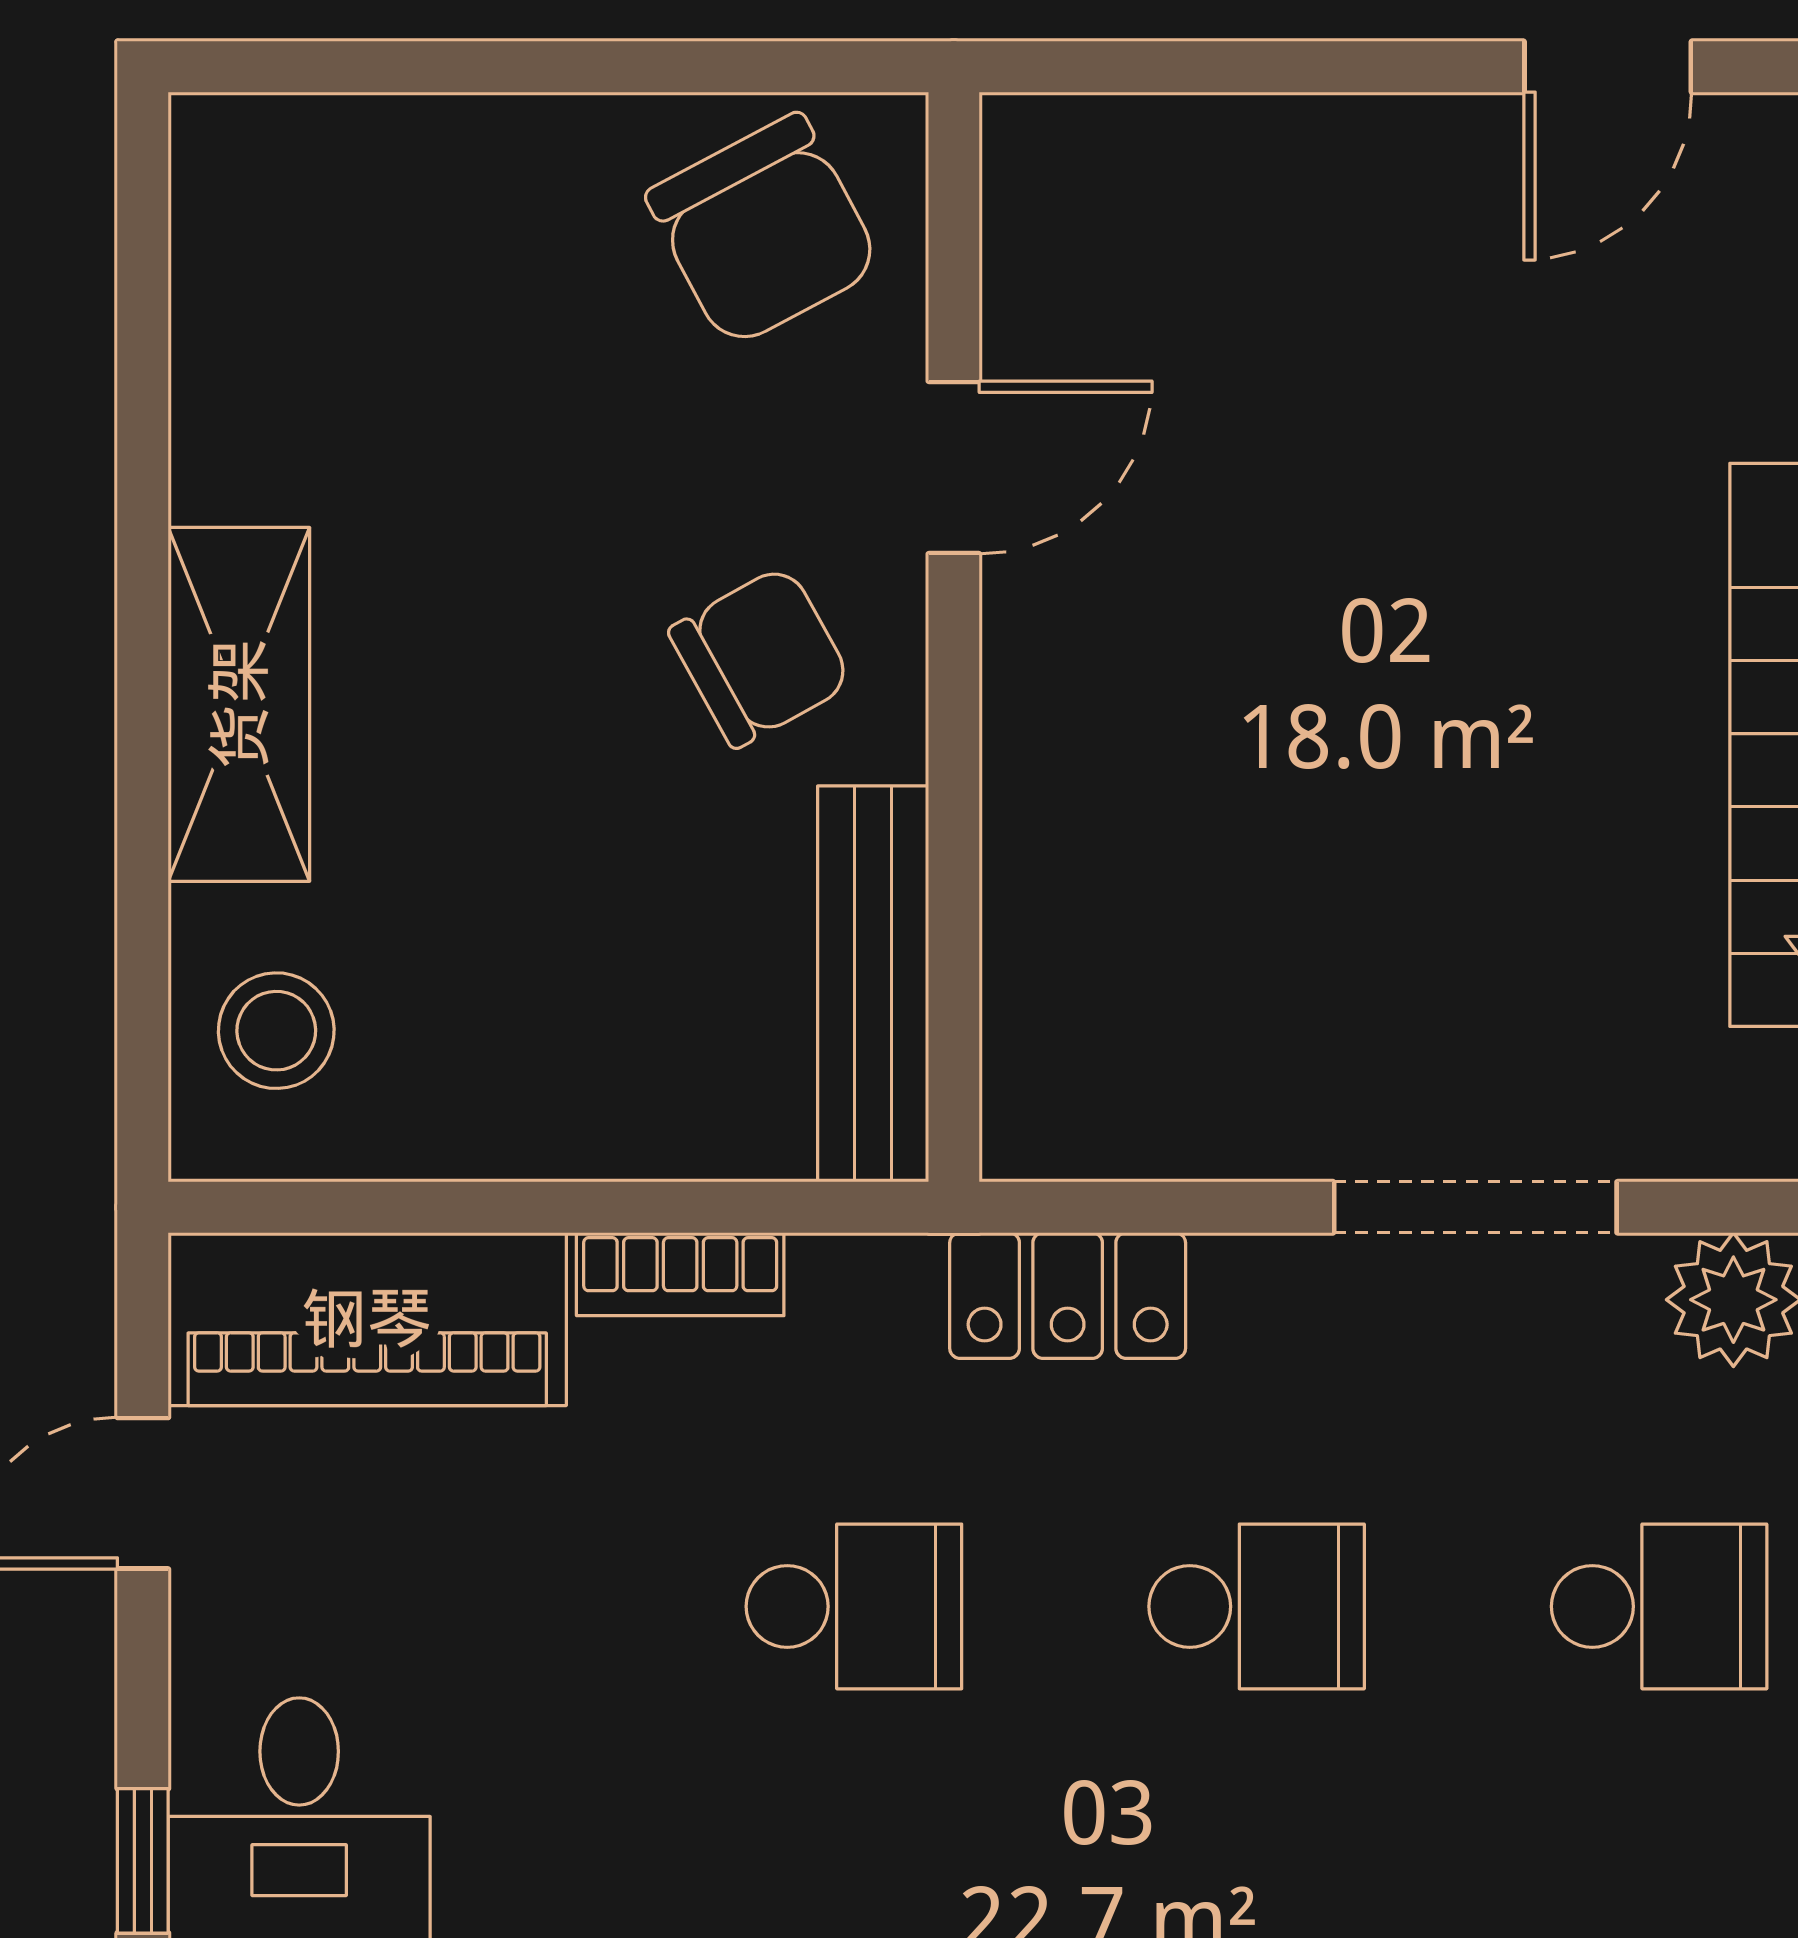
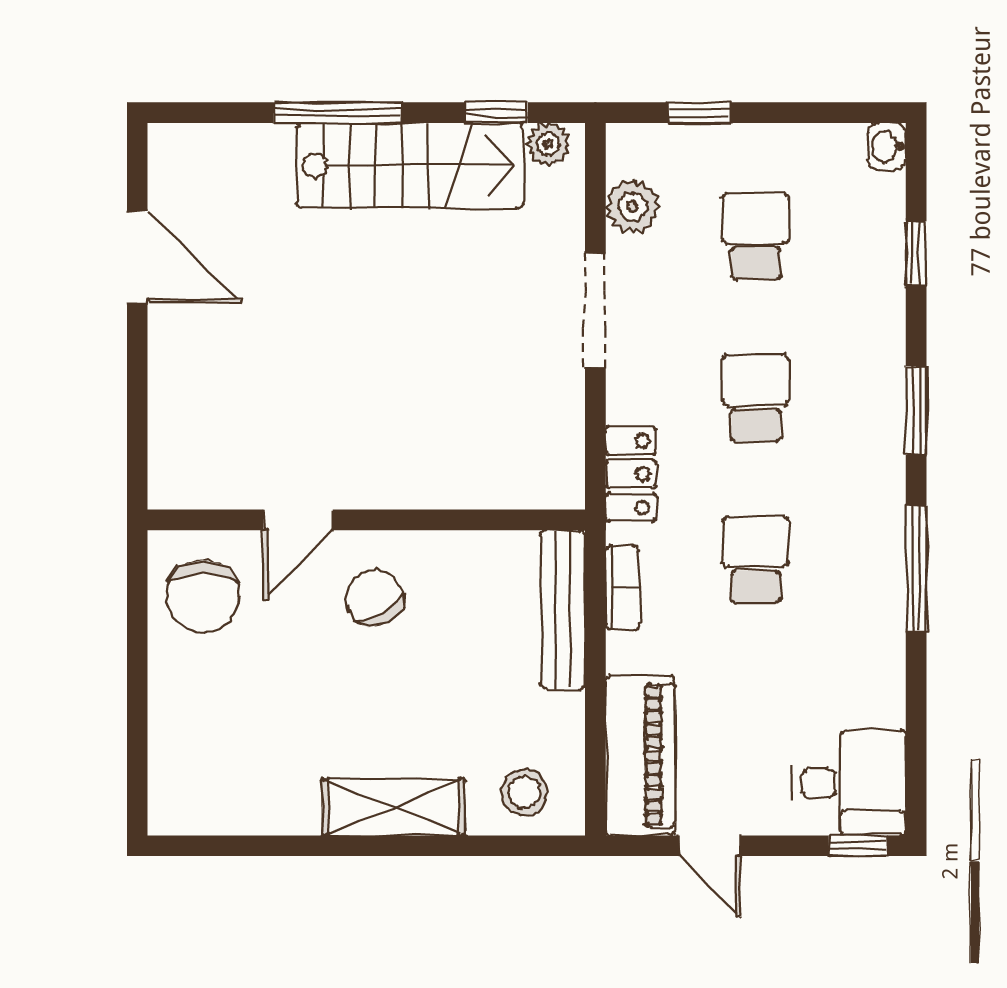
door: (1608, 67) -> (137, 257), width x1.38
chair: (764, 230) -> (203, 596), turned 118
door: (954, 468) -> (298, 520), swing flipped
bench: (873, 984) -> (563, 610), moved, turned 90
bookcase: (680, 1274) -> (622, 587), moved

